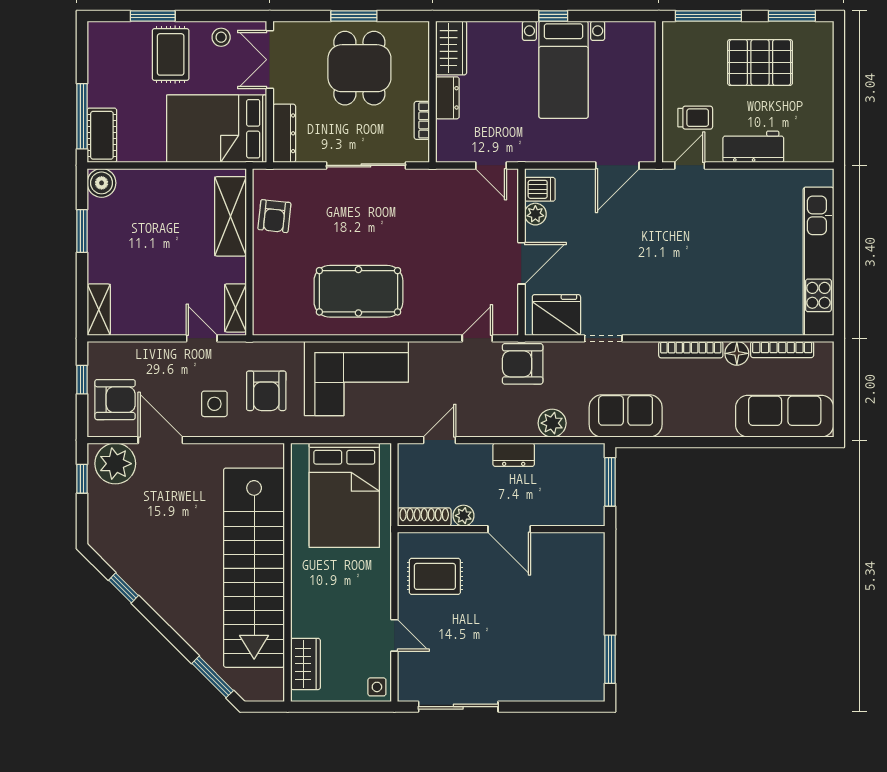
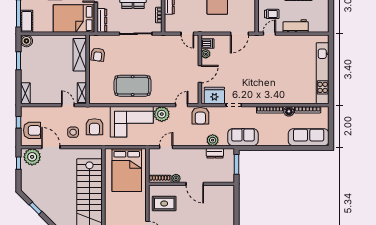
plant: (429, 360) -> (162, 114), added
armchair: (523, 364) -> (200, 116), turned -90
dresser: (514, 455) -> (215, 153), moved

